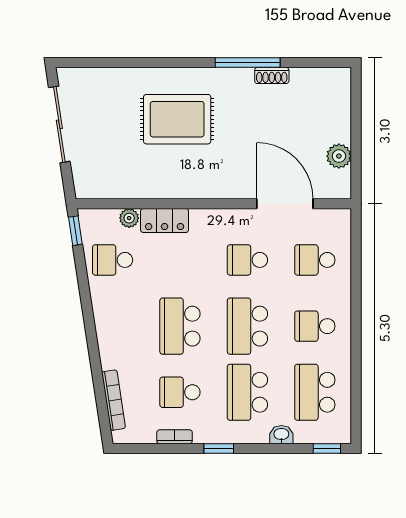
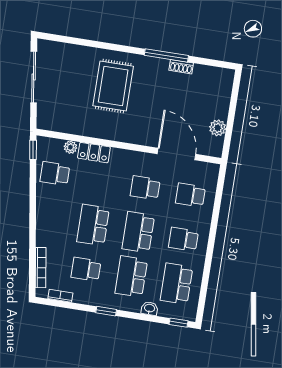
rug: (177, 119) -> (113, 86), turned 90
bookcase: (175, 437) -> (60, 296), moved

